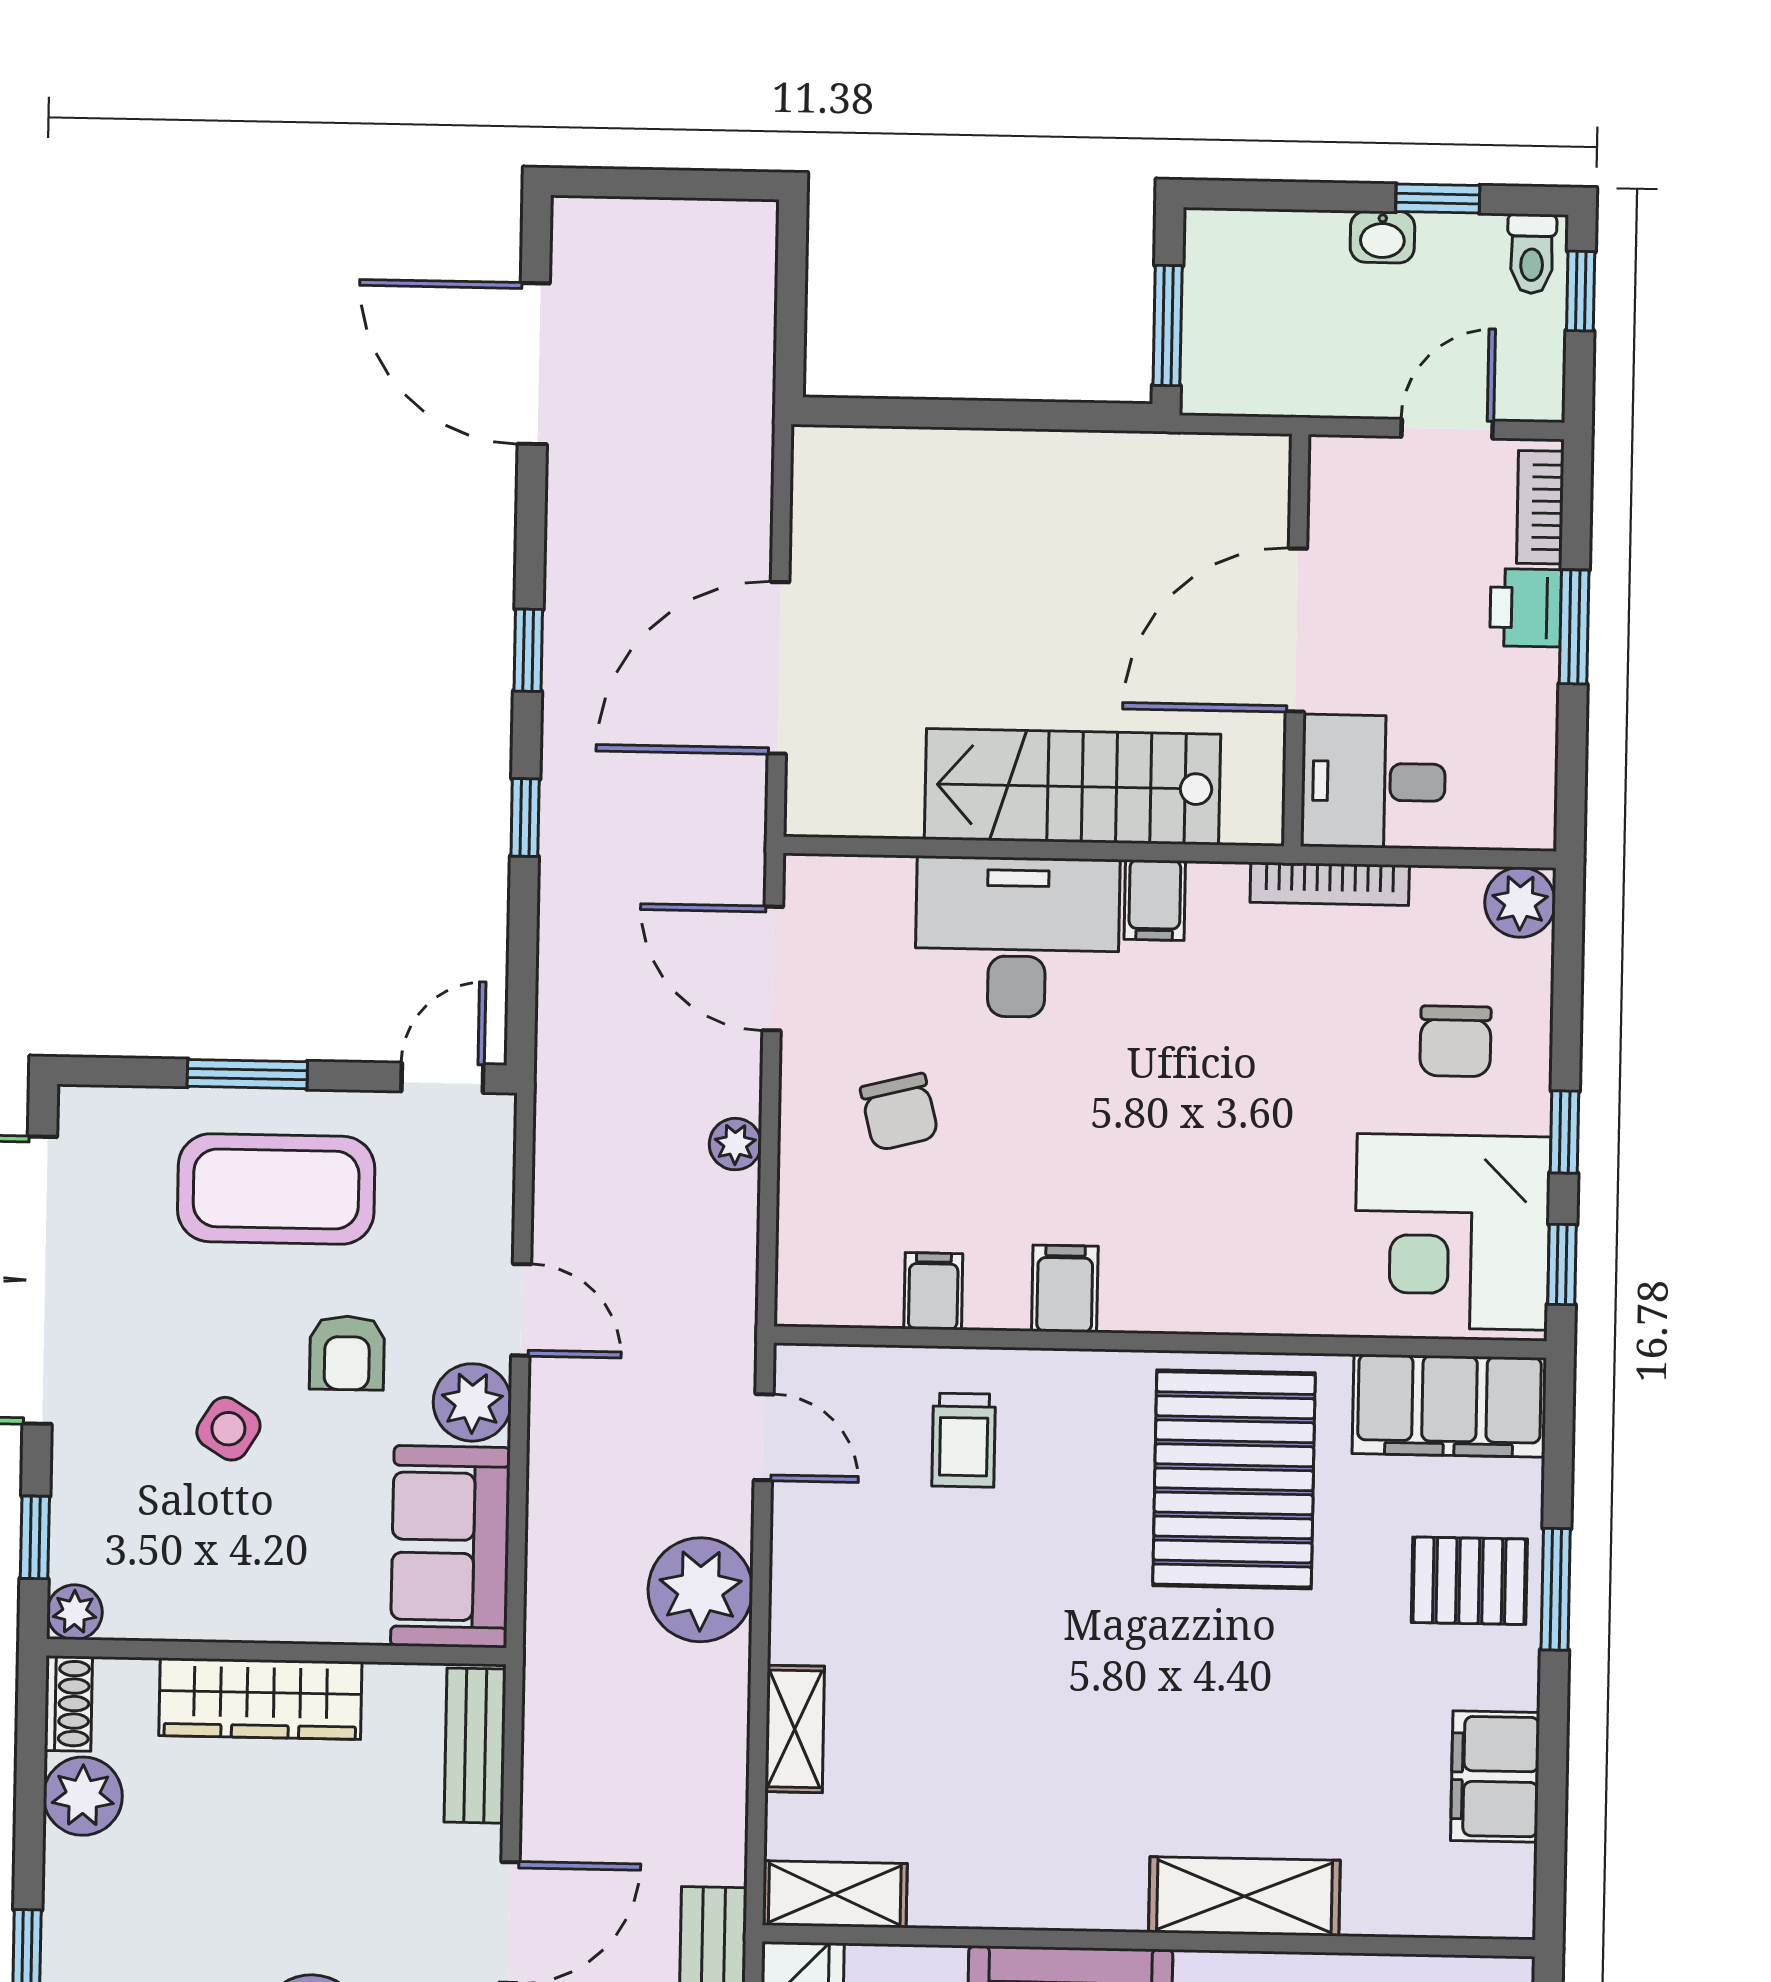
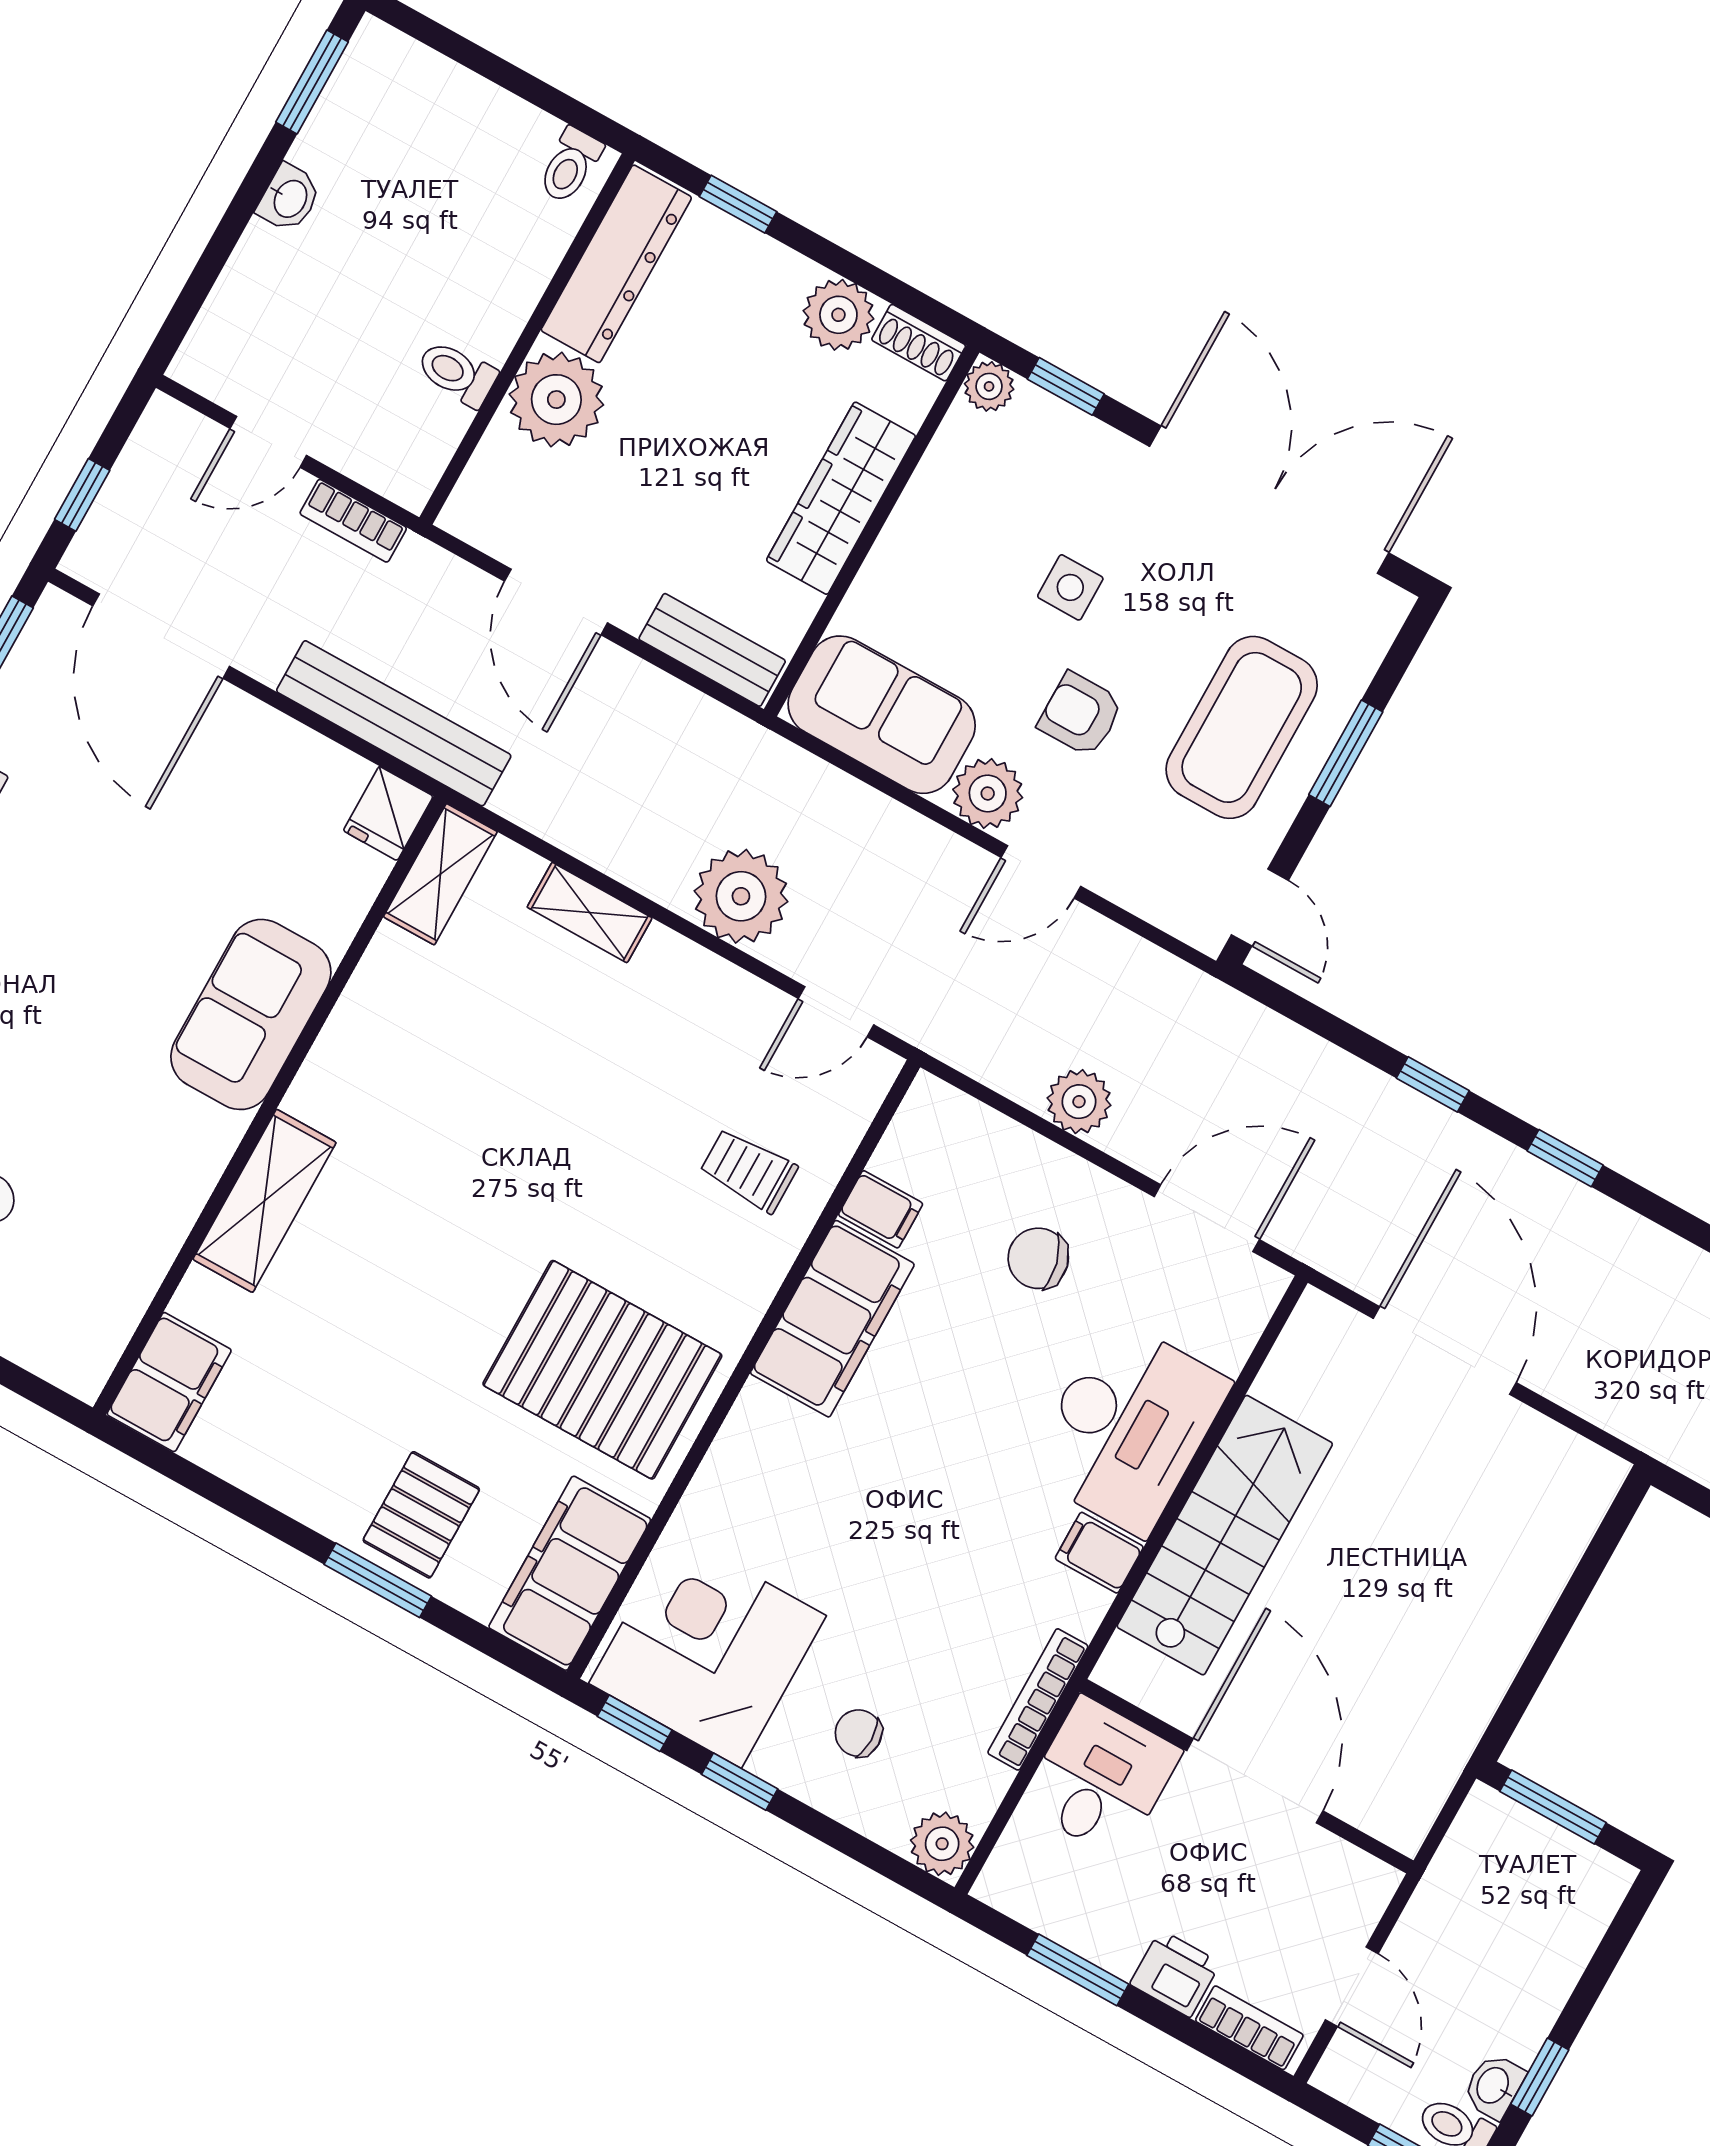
washbasin: (1382, 237) -> (1494, 2086), moved
window: (1574, 627) -> (1078, 1970), moved
chair: (1456, 1041) -> (858, 1733), width x0.73, depth x0.73
plant: (735, 1144) -> (1079, 1102), width x1.38, depth x1.38
filing cabinet: (1065, 1289) -> (832, 1319), width x3.00, depth x1.17
side table: (228, 1429) -> (1070, 587), turned -32
filing cabinet: (1495, 1776) -> (169, 1382), moved, turned 90

